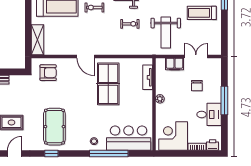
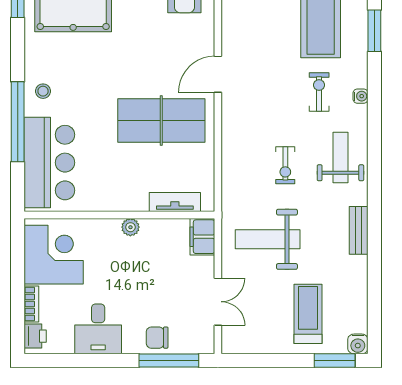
filing cabinet: (174, 64) -> (202, 237), moved
chair: (197, 86) -> (157, 338), moved
window: (224, 101) -> (169, 361), moved

